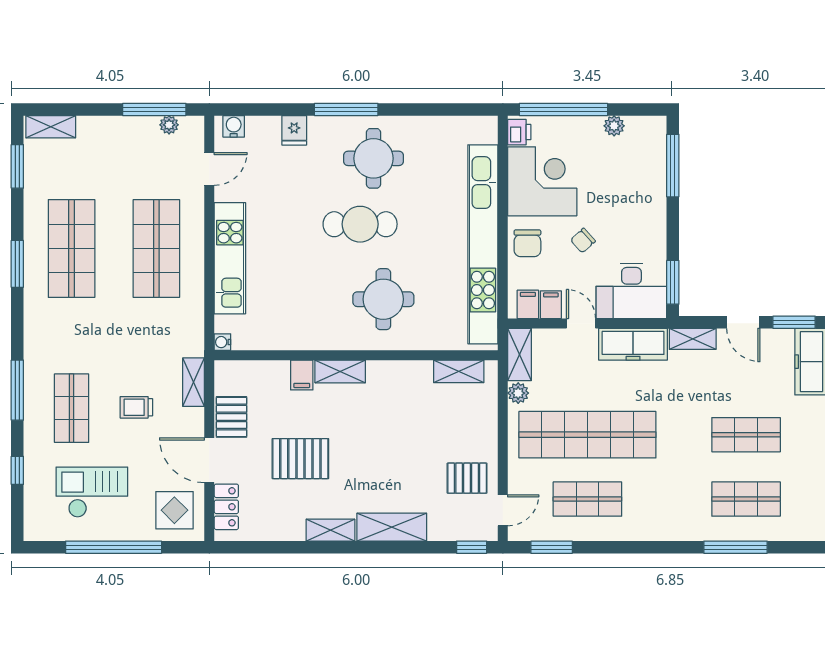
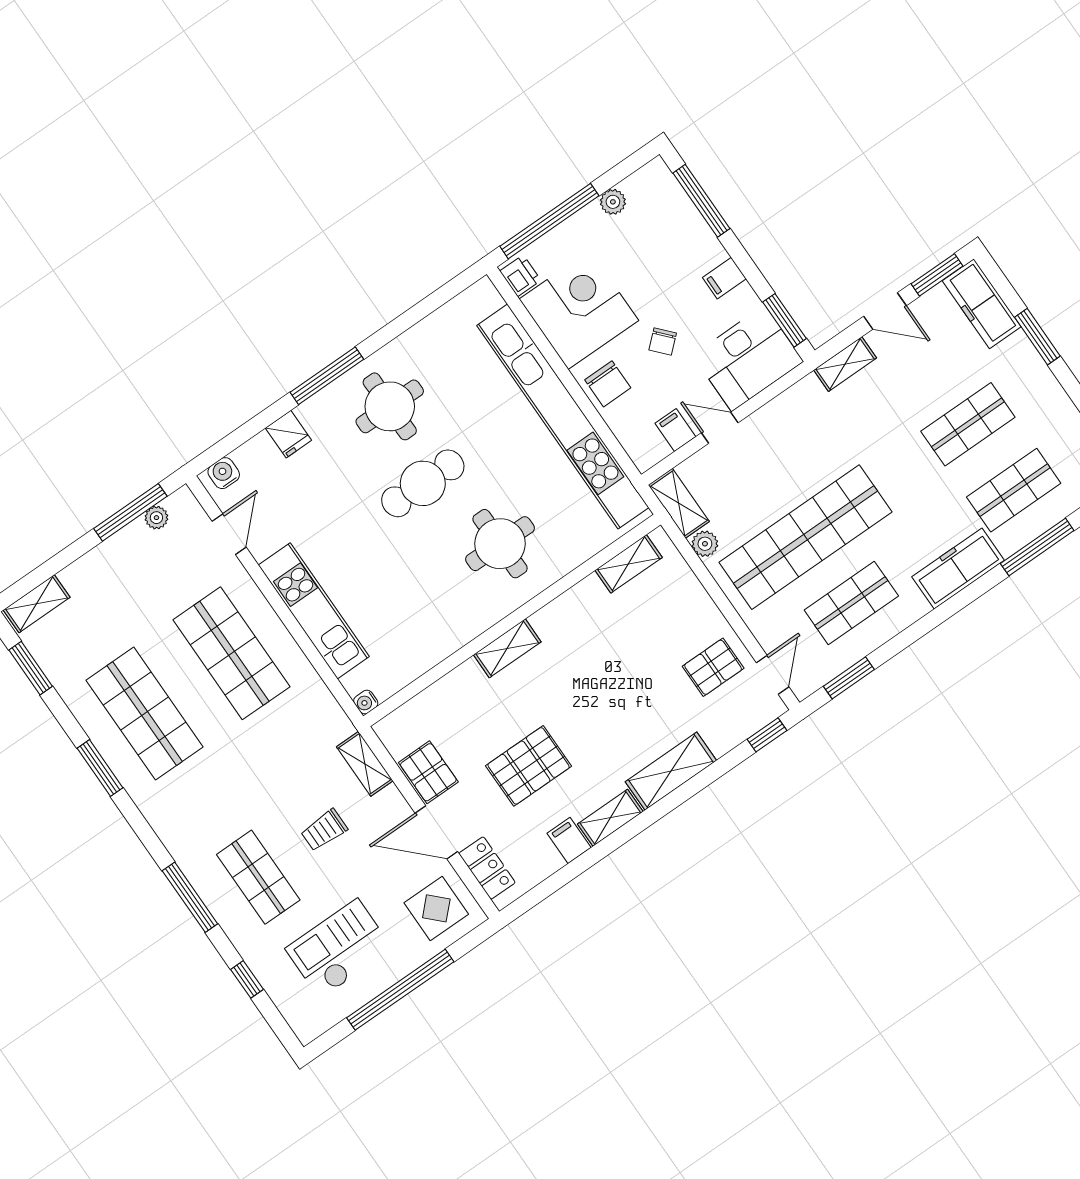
filing cabinet: (528, 304) -> (724, 278), moved, turned -90
freezer: (633, 344) -> (958, 569), moved, turned 180
filing cabinet: (302, 375) -> (569, 840), moved, turned 180

